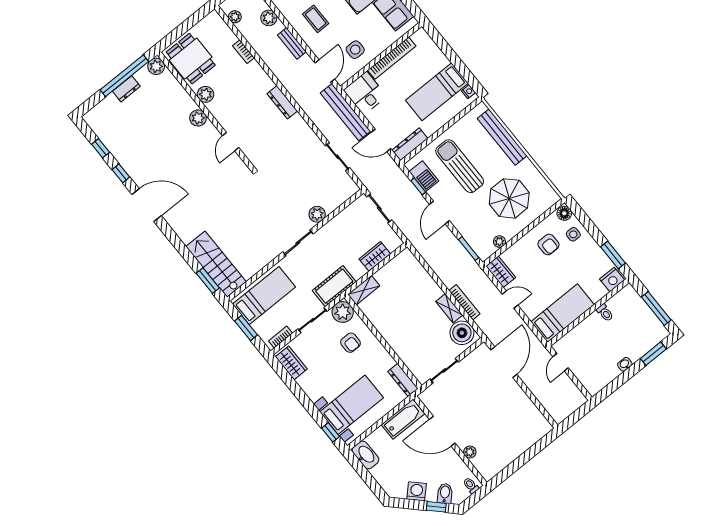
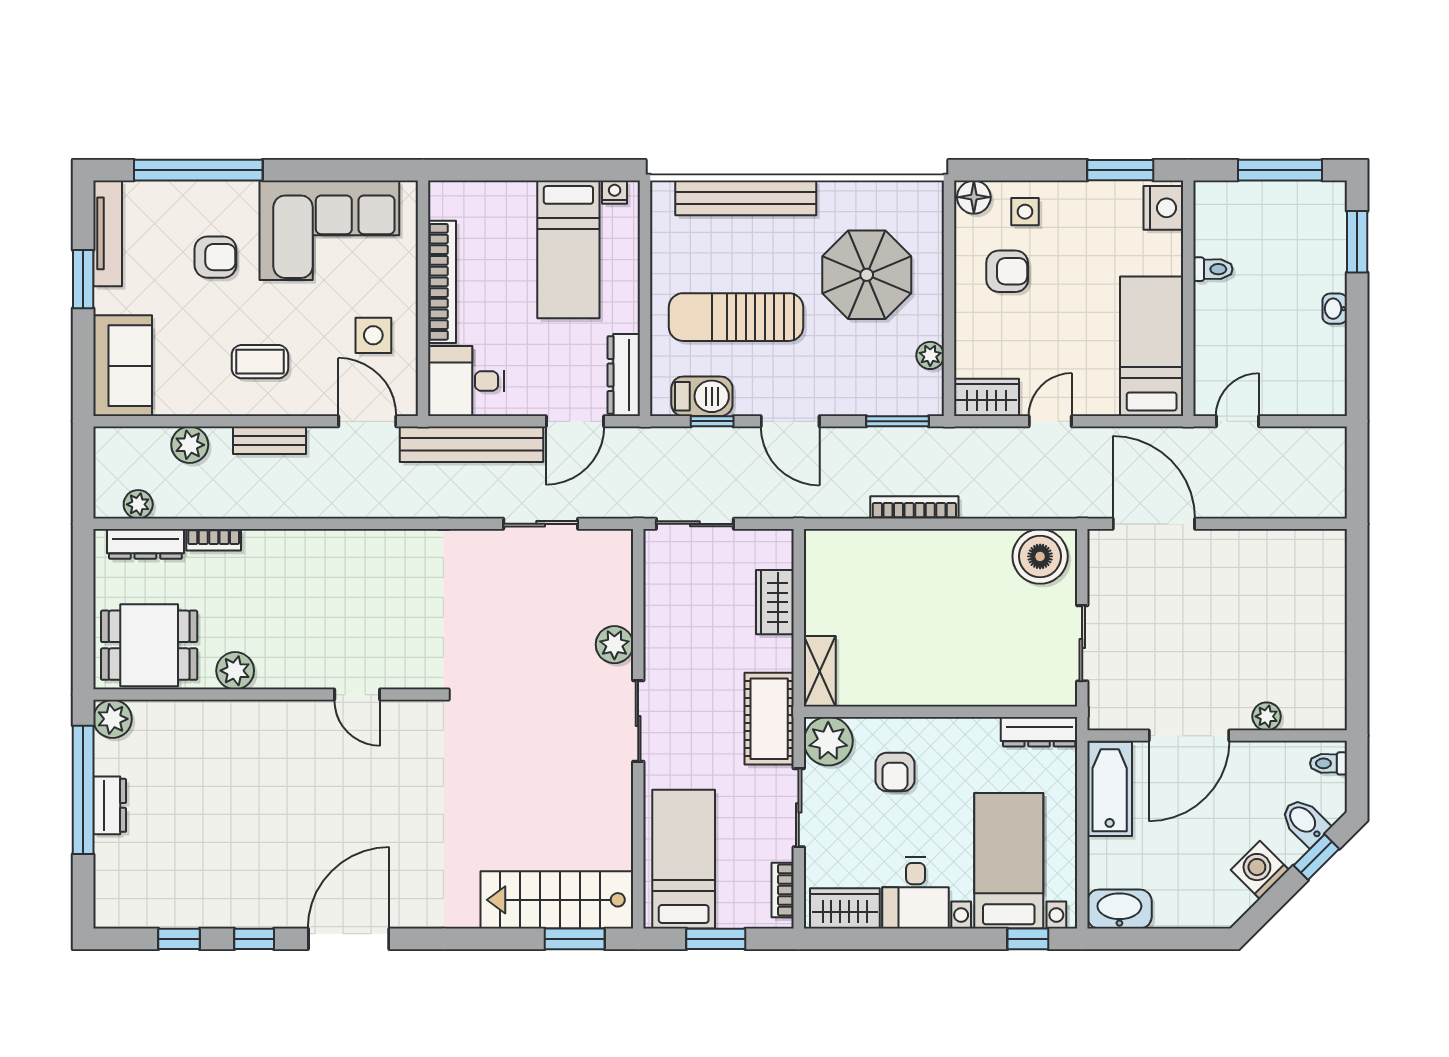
dresser: (282, 102) -> (145, 544), moved
plant: (198, 118) -> (267, 719), removed
bookcase: (464, 302) -> (914, 507), moved
shelving: (449, 308) -> (977, 544), removed
armchair: (350, 343) -> (895, 772), turned 90
door: (561, 362) -> (1237, 421), swing flipped
desk: (316, 382) -> (916, 893), added

